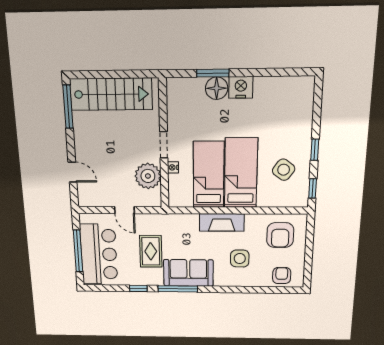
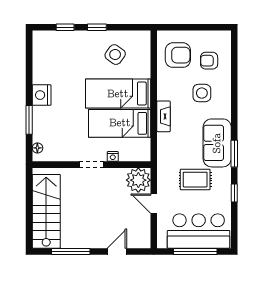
floor lamp: (217, 88) -> (37, 148), moved, width x0.53, depth x0.53
window: (68, 107) -> (71, 251), moved
plant: (148, 176) -> (138, 180), moved
window: (312, 188) -> (65, 27), moved
door: (124, 210) -> (154, 204), swing flipped
fireplace: (222, 222) -> (164, 116), width x0.73, depth x0.76
armchair: (282, 276) -> (209, 61), moved
window: (178, 289) -> (234, 154), width x0.69

